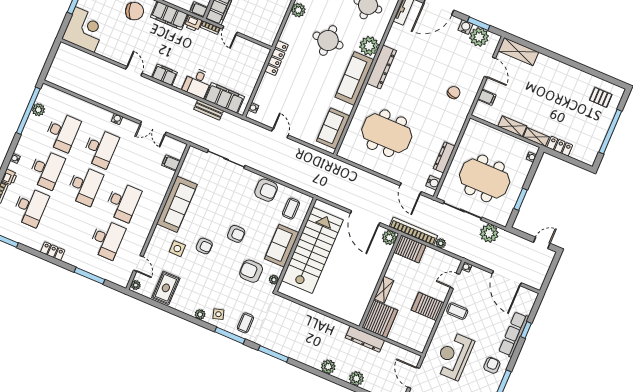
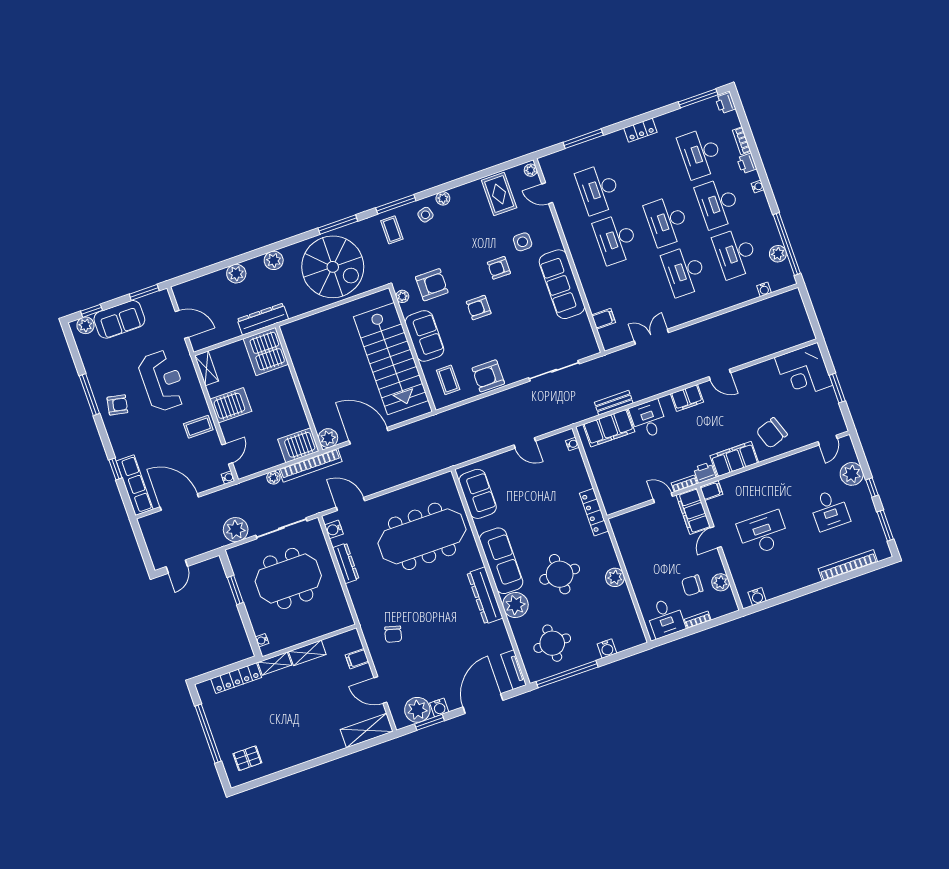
water cooler: (117, 119) -> (764, 289), moved
meeting table: (387, 133) -> (422, 536), width x1.36
locker: (560, 146) -> (236, 678), width x1.53
shelving: (384, 290) -> (207, 368), moved
spiral stairs: (298, 332) -> (333, 267), added
row of seats: (514, 334) -> (135, 485), moved
armchair: (492, 365) -> (117, 405), turned -79

